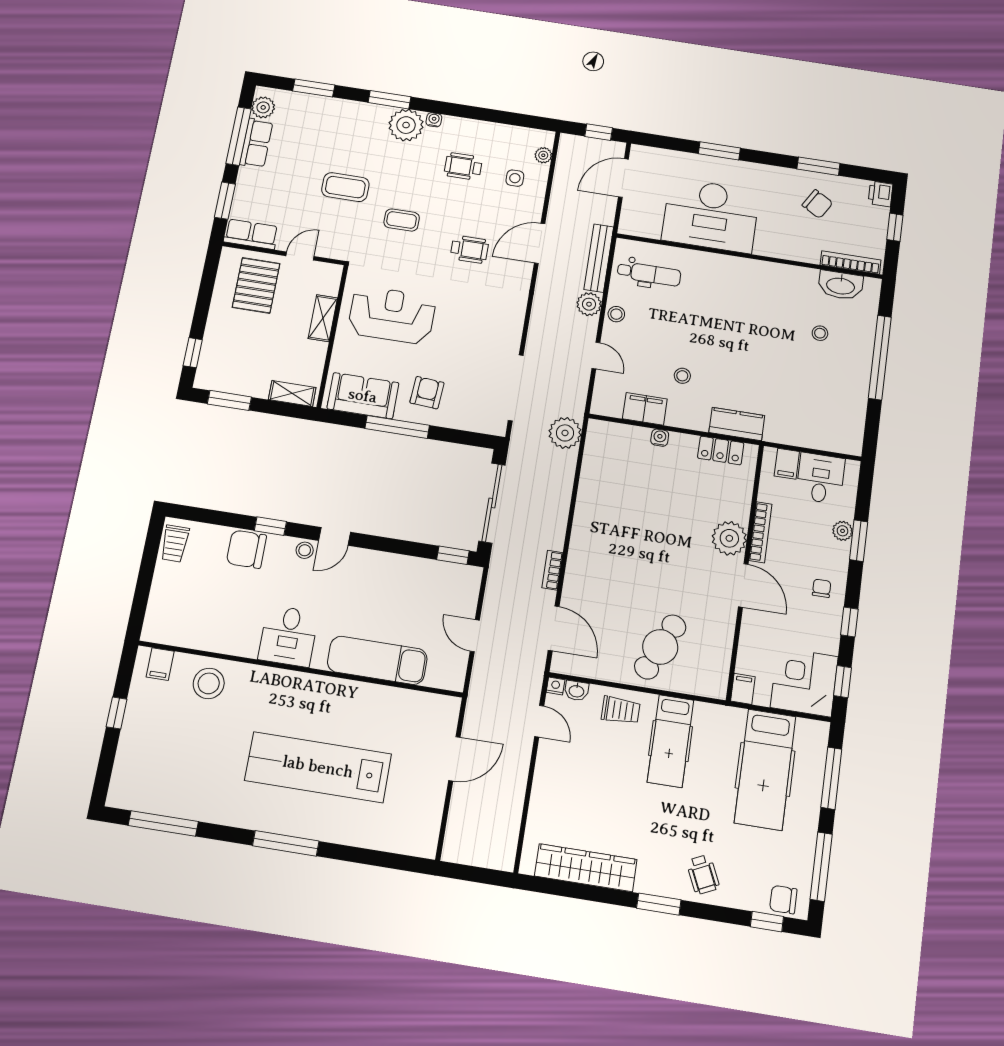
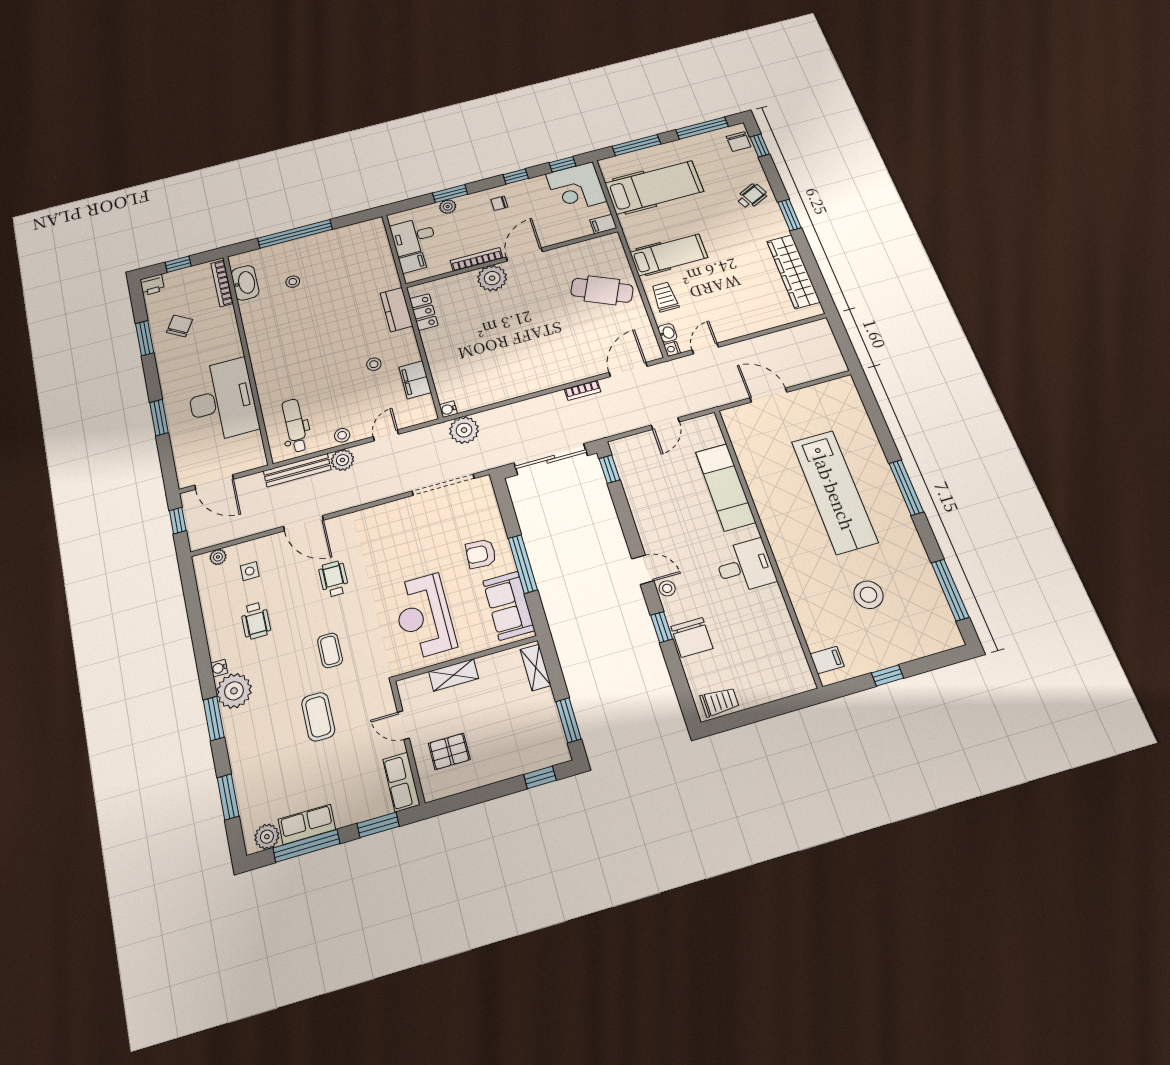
pallet: (256, 285) -> (449, 751), width x0.67, depth x0.71
water cooler: (660, 438) -> (448, 409), moved
stool: (209, 683) -> (868, 595), moved

